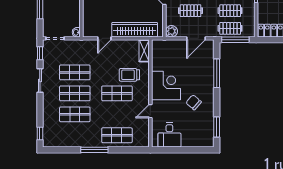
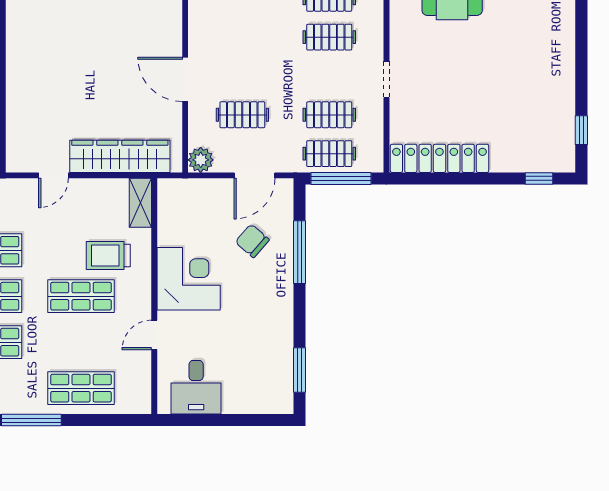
chair: (194, 102) -> (252, 241), moved

